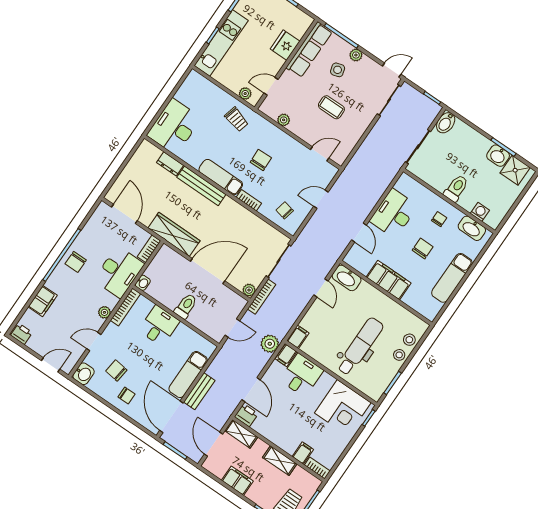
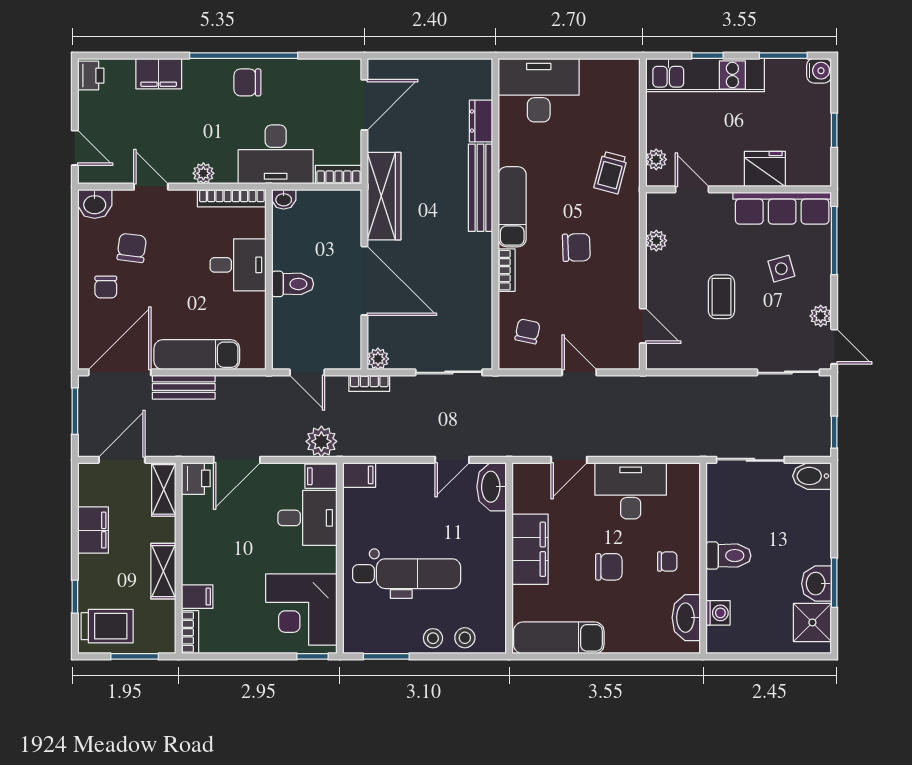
plant: (356, 55) -> (821, 316), moved
exam couch: (452, 278) -> (559, 638), moved
bookcase: (262, 297) -> (369, 383), width x0.64

